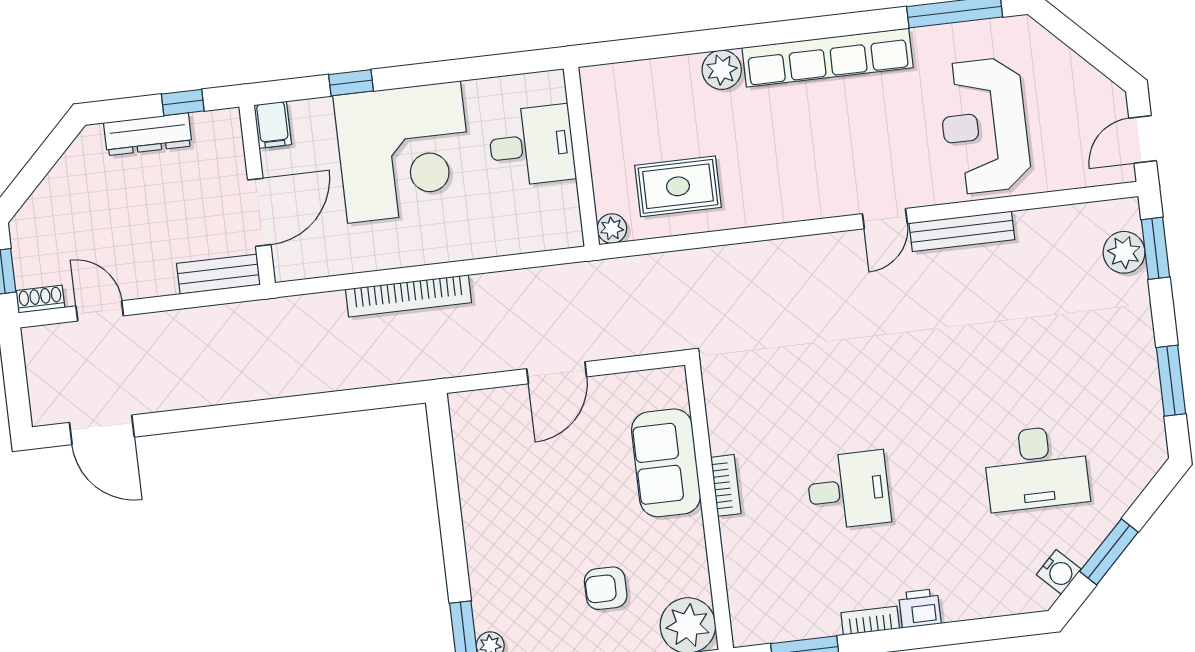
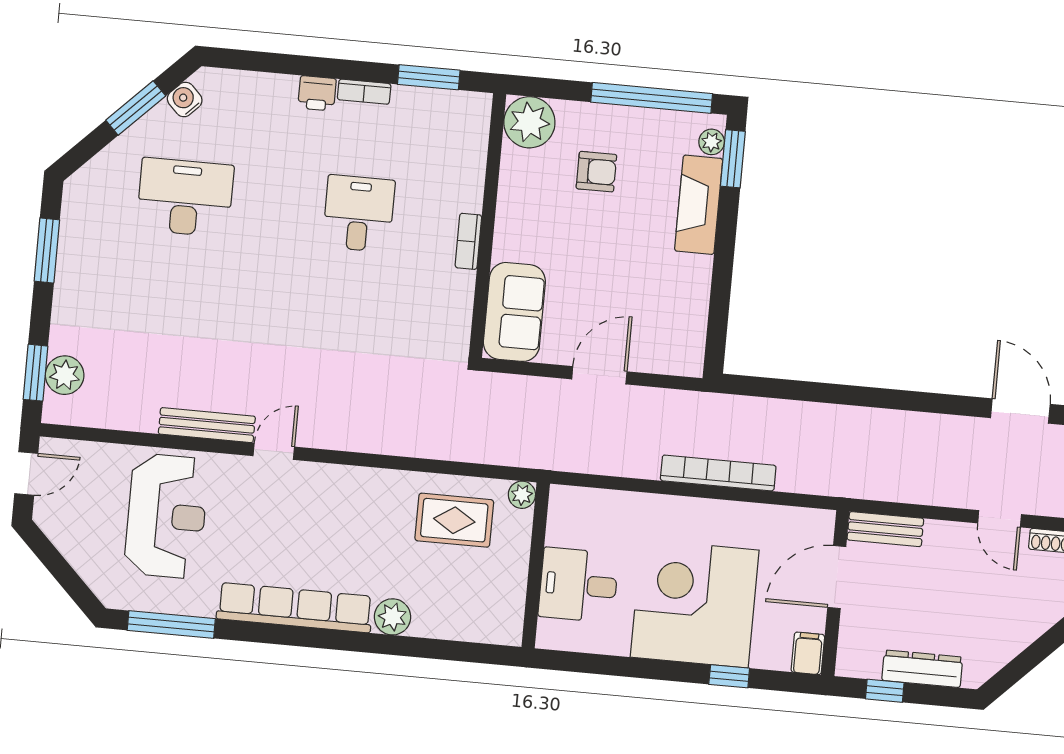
sofa: (666, 463) -> (514, 312), moved
desk: (849, 490) -> (359, 214), turned 90
fireplace: (490, 576) -> (699, 205), added

